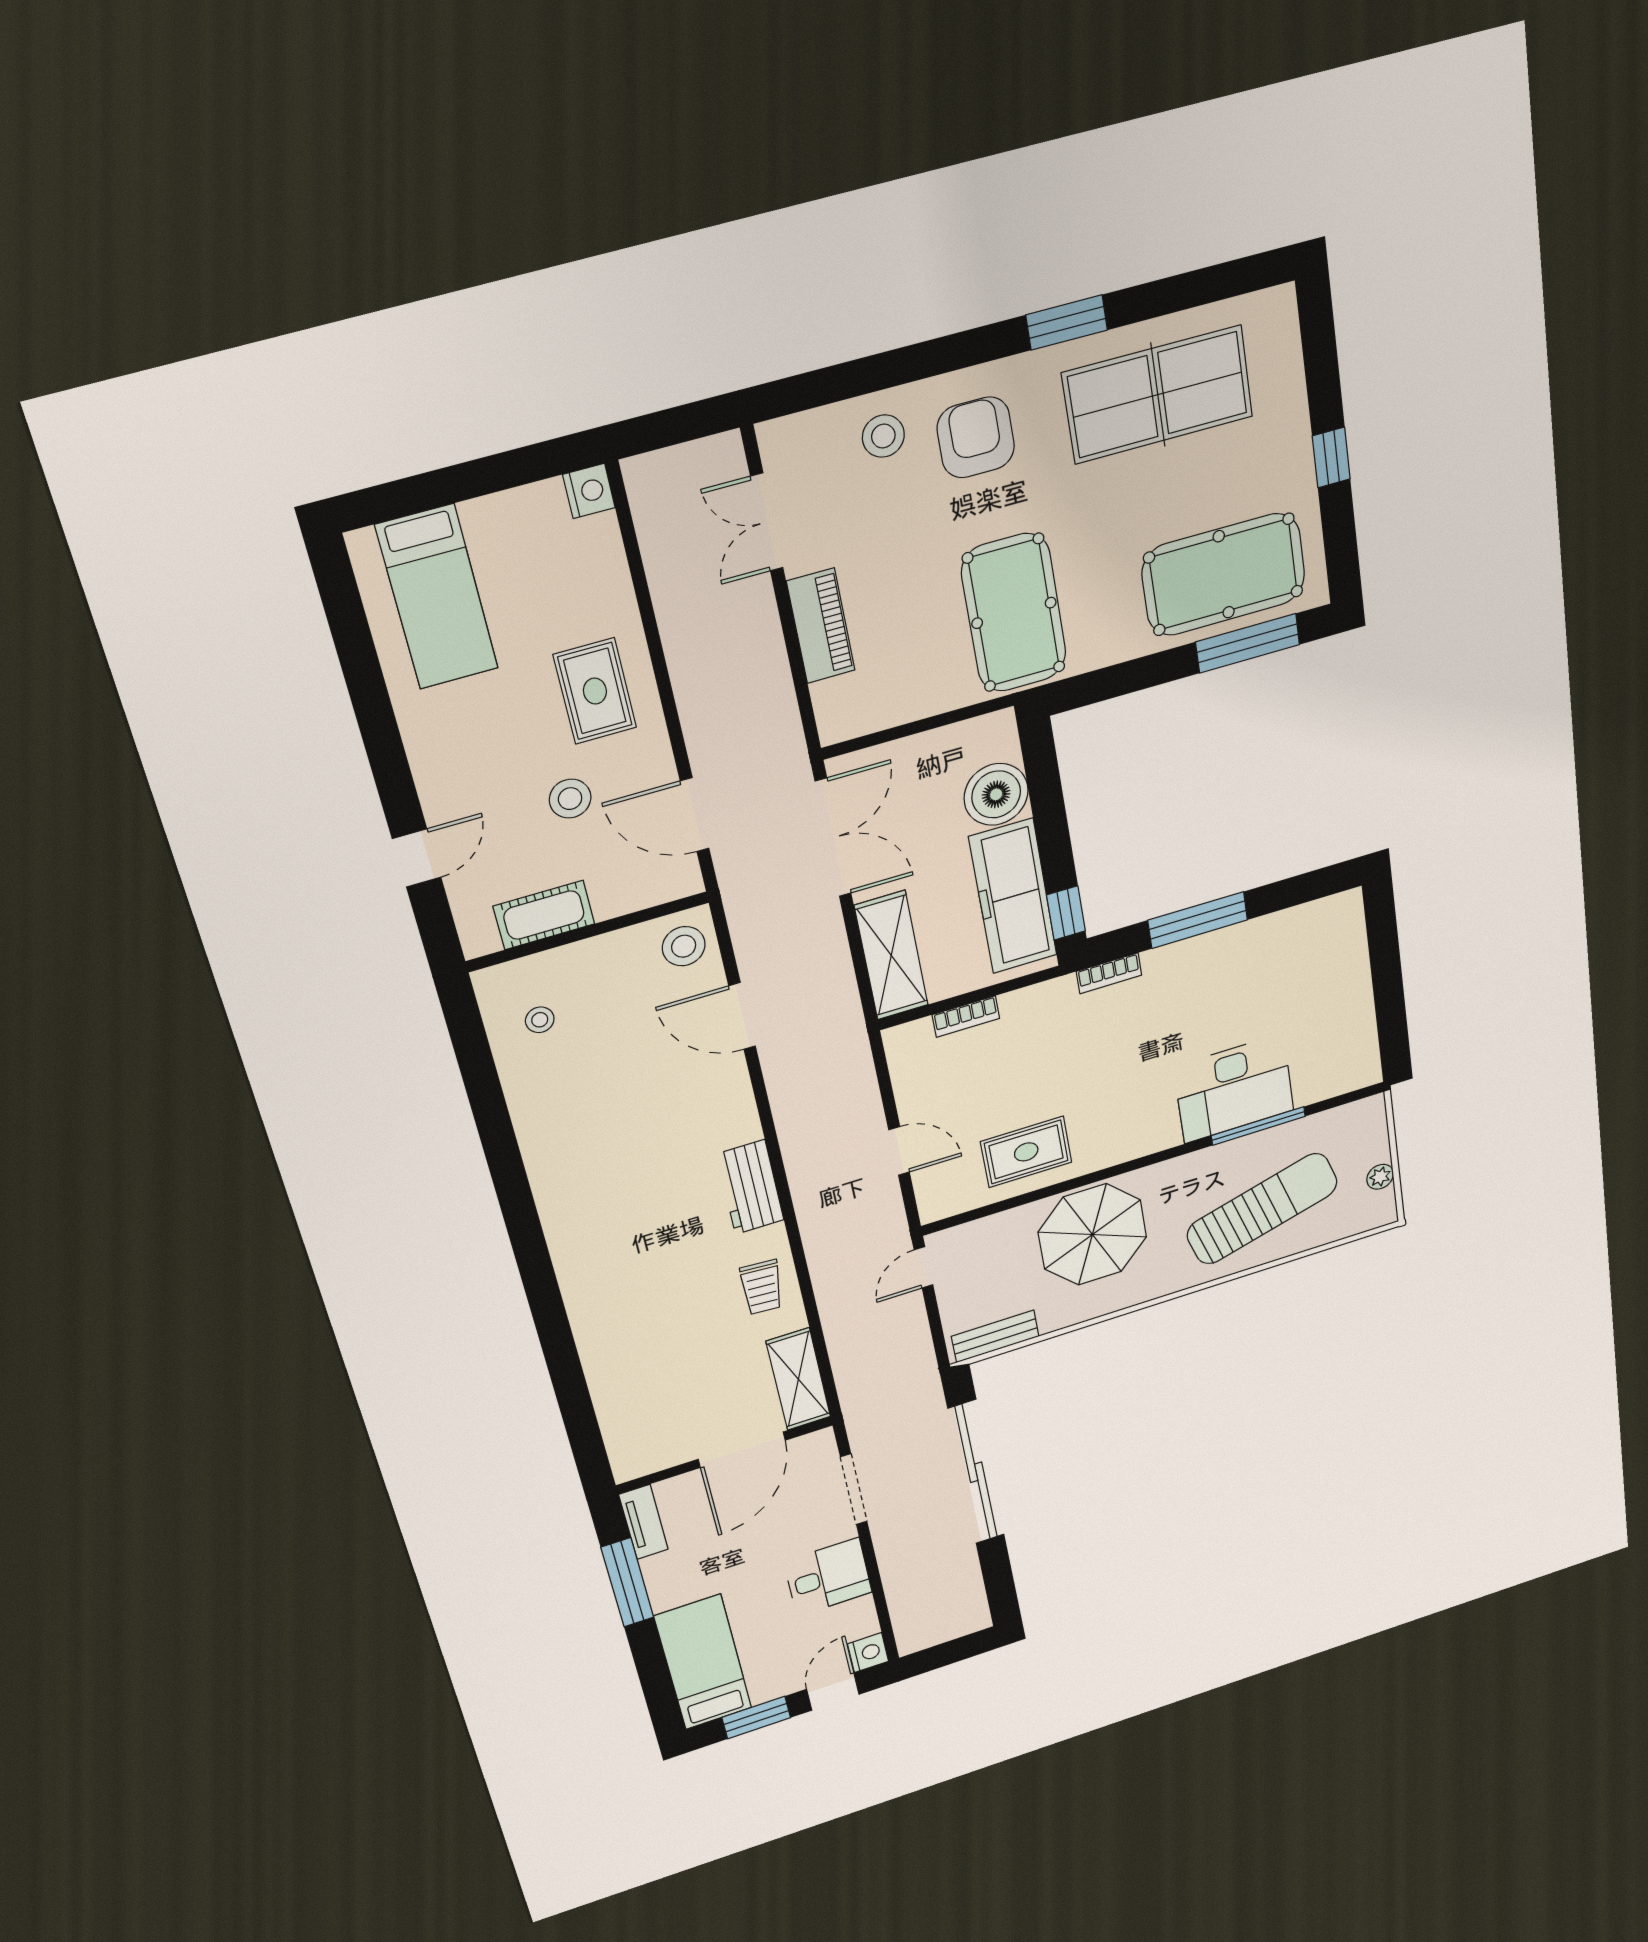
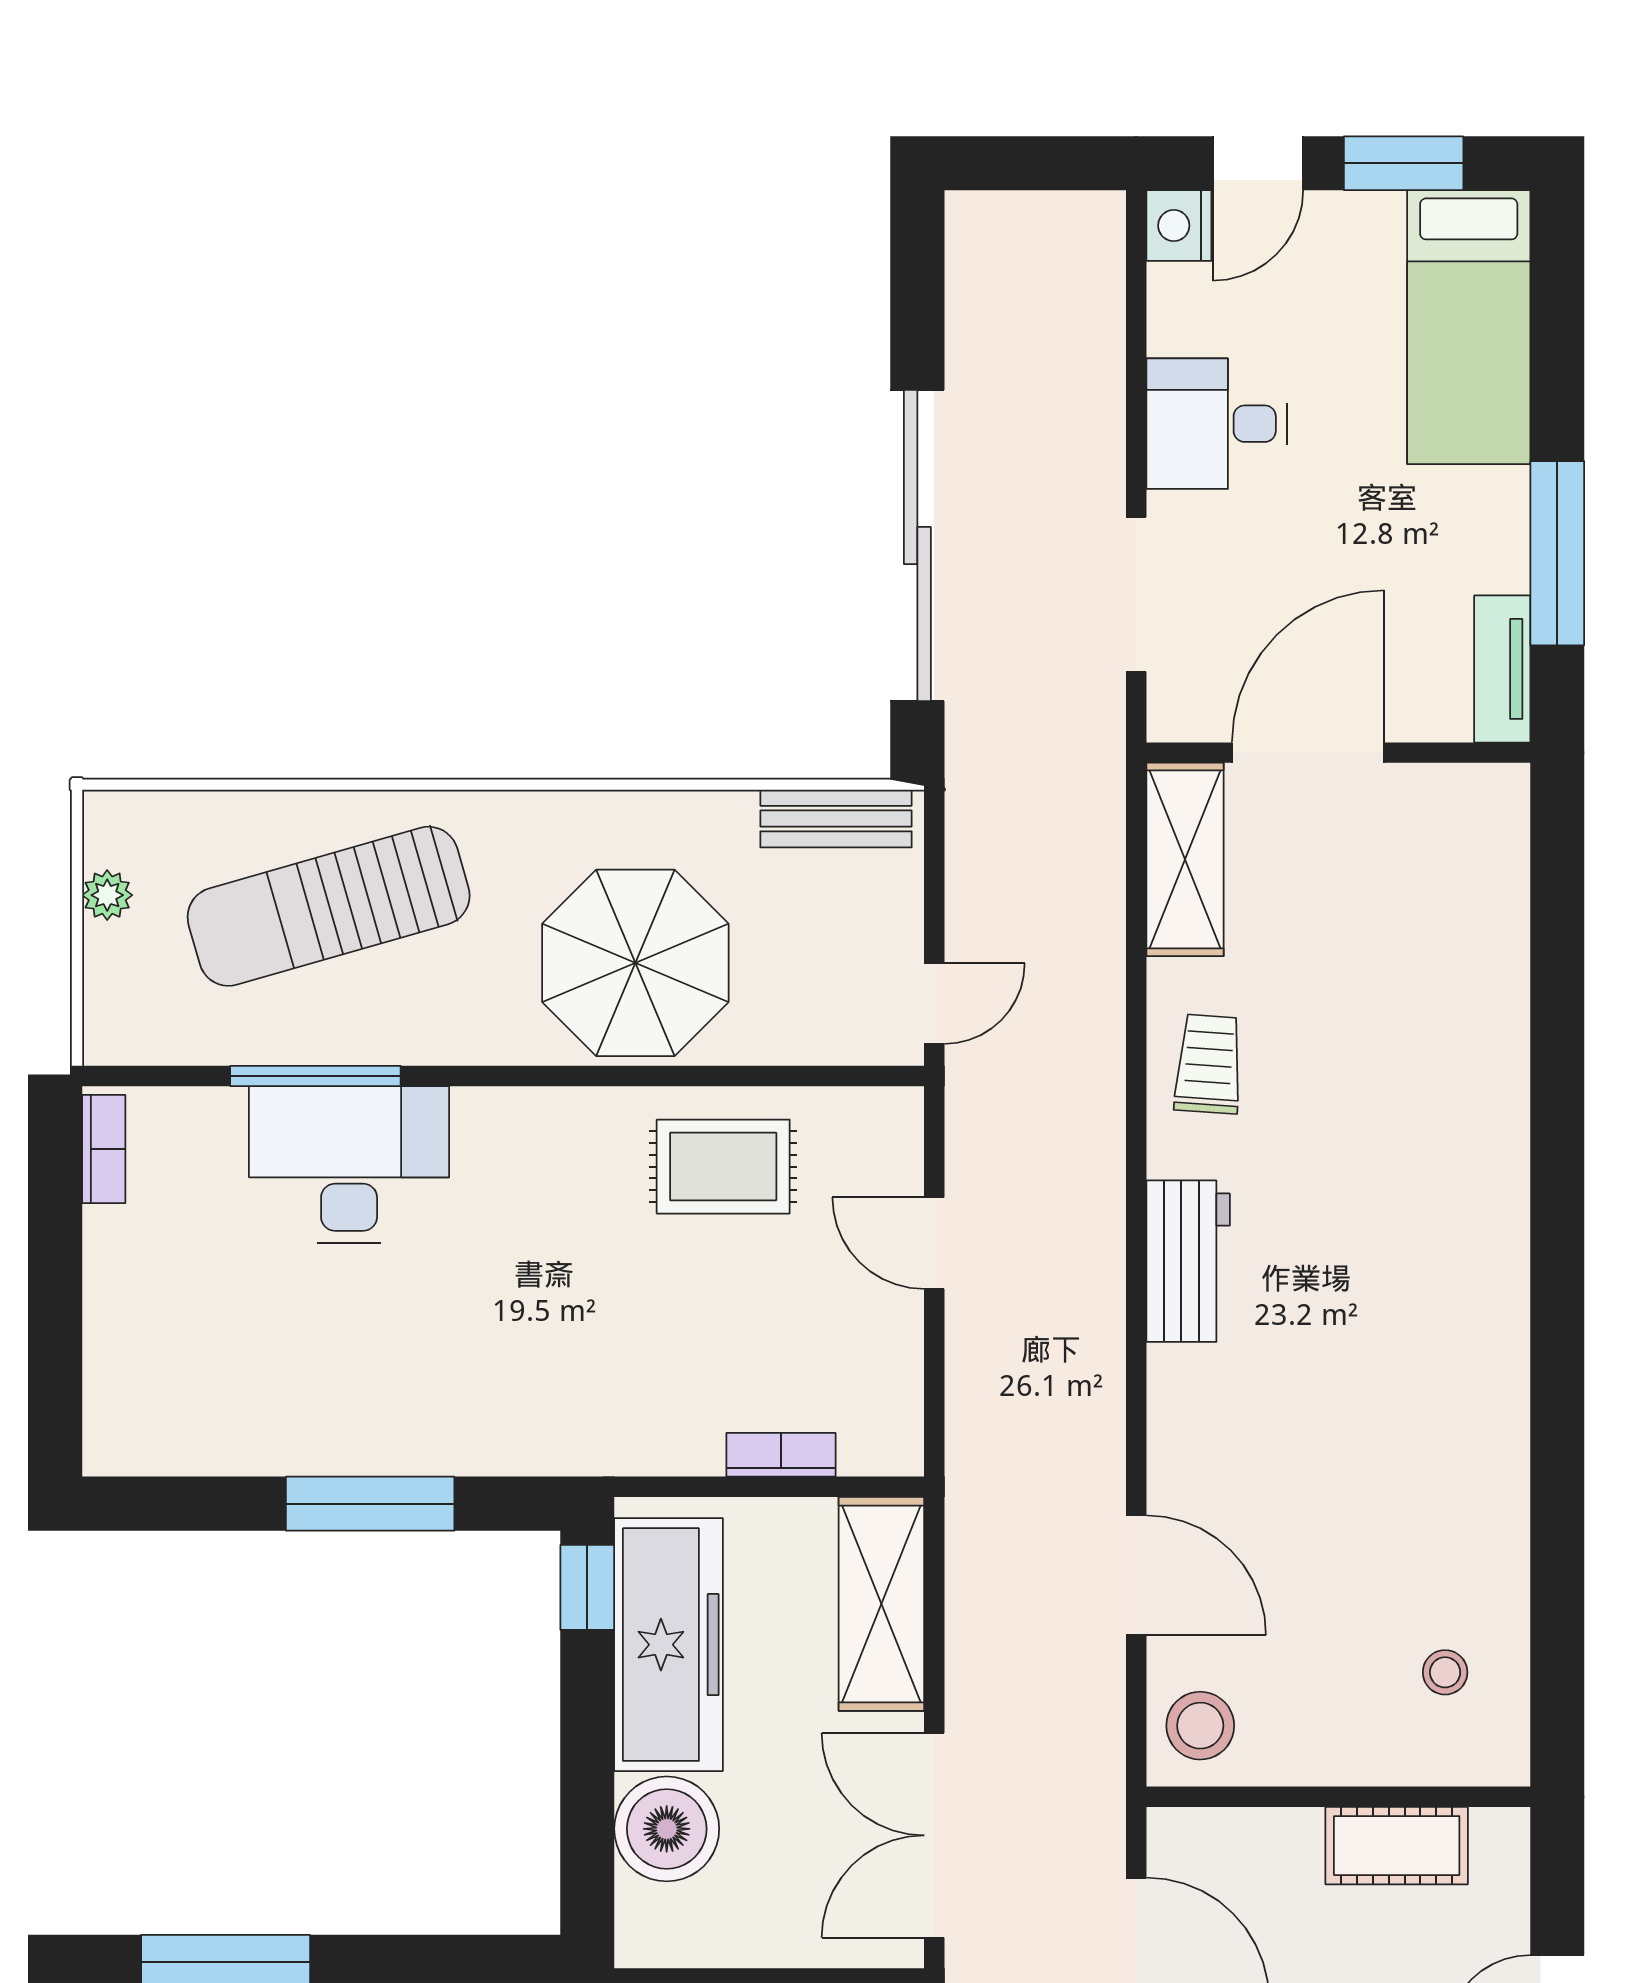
bookcase: (1109, 973) -> (104, 1149), moved, turned 90

